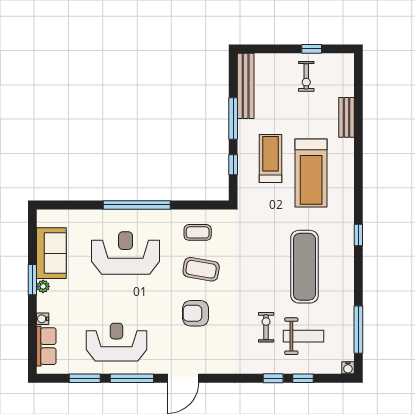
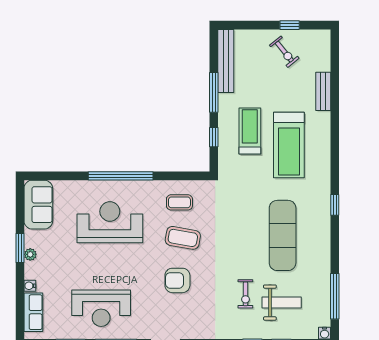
exercise bike: (306, 76) -> (284, 52), turned -39
sofa: (51, 253) -> (38, 205), moved
exercise bike: (266, 327) -> (245, 294), turned 180
reception desk: (116, 342) -> (101, 308), turned 180

